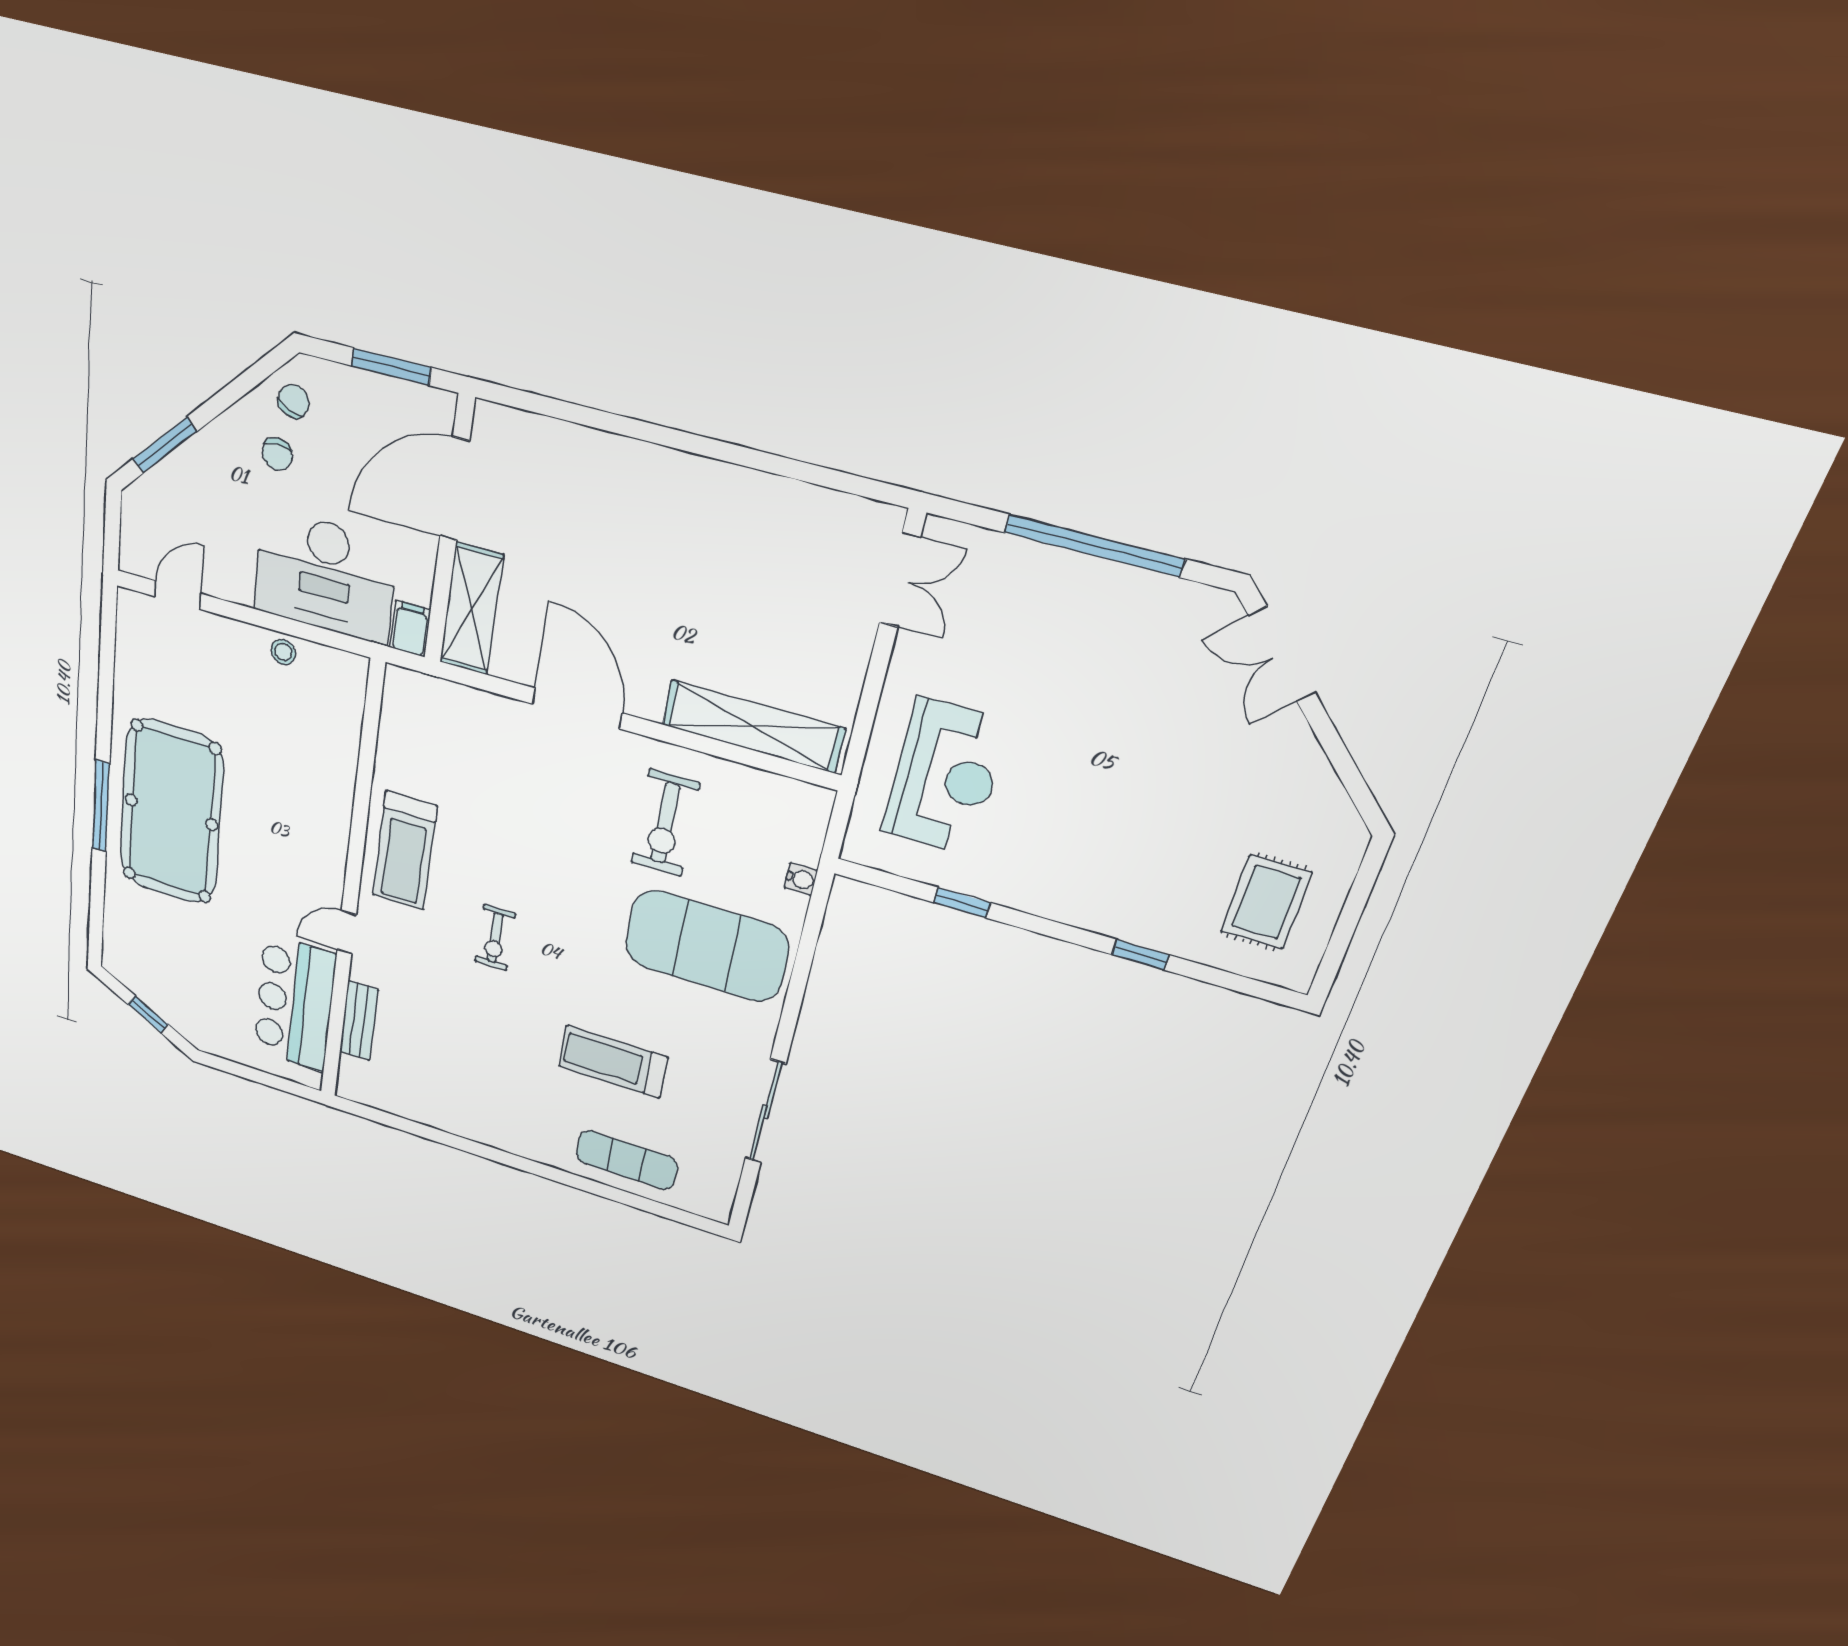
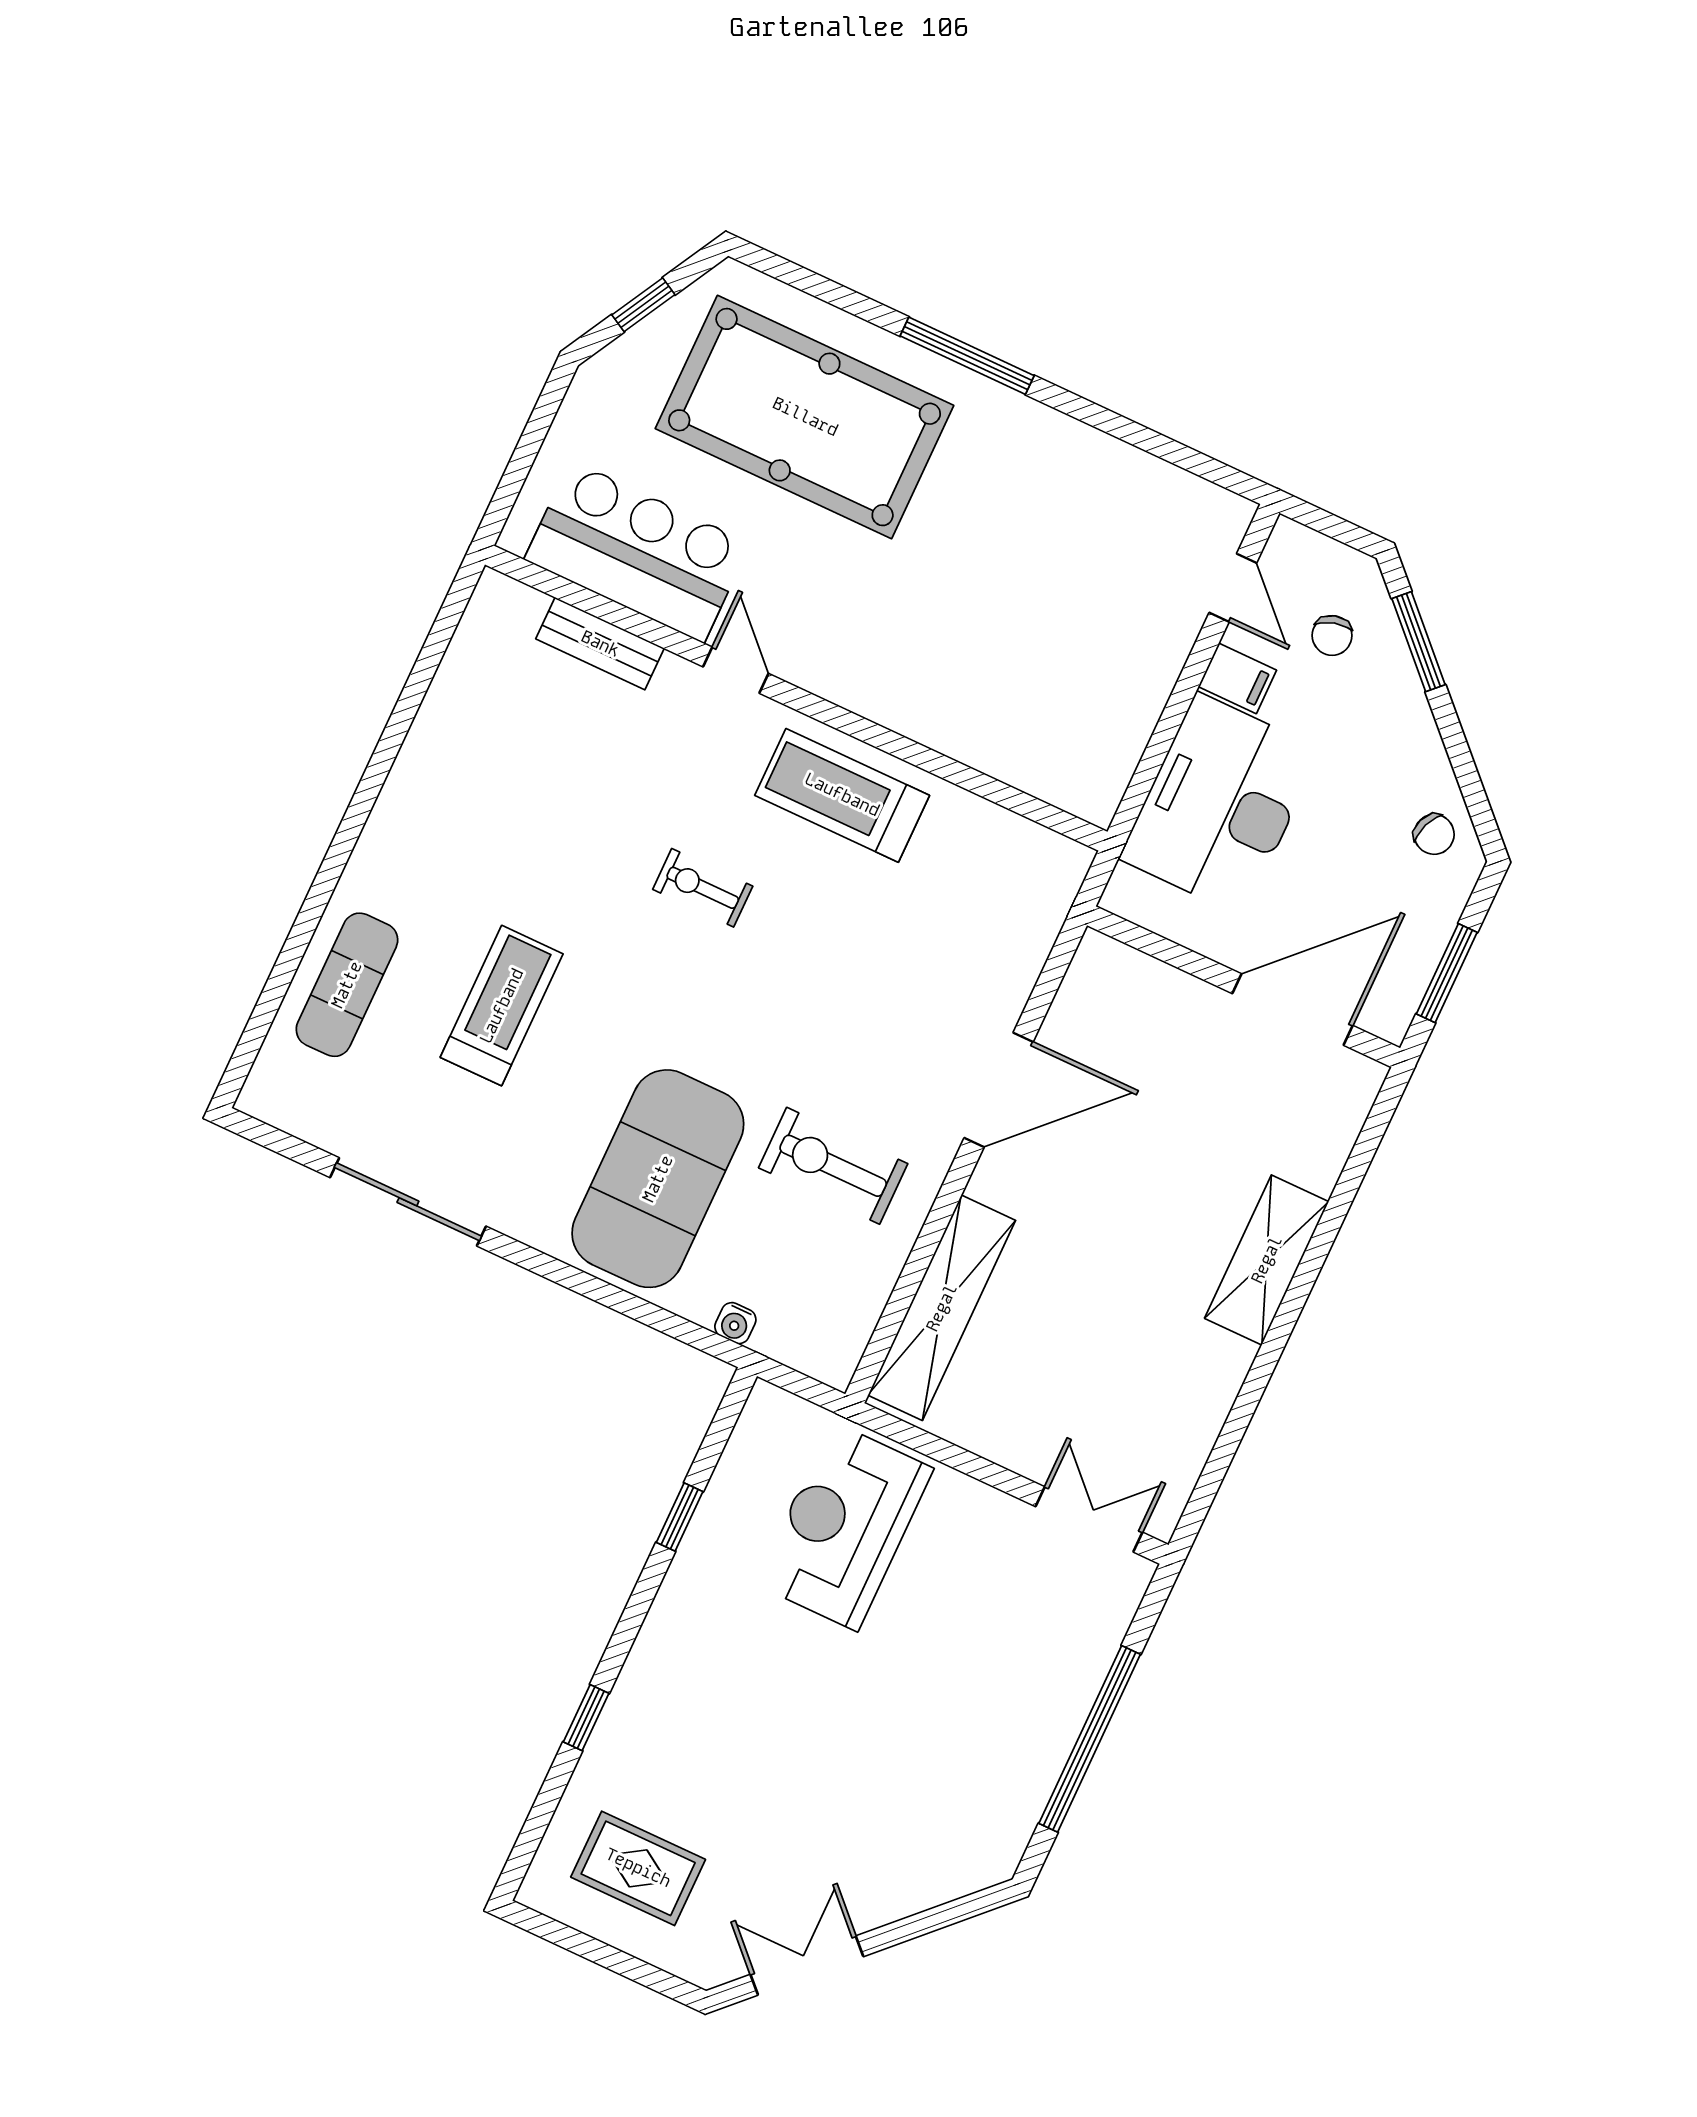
chair: (277, 454) -> (1332, 635), moved, turned -106
door: (455, 489) -> (1292, 1010), hinge flipped
double door: (900, 580) -> (1089, 1519), swing flipped
shelving: (471, 609) -> (1267, 1260), moved, turned 90
filing cabinet: (410, 629) -> (1237, 678), moved
stool: (283, 652) -> (1135, 712), removed
double door: (1282, 654) -> (807, 1966), moved
reception desk: (945, 777) -> (844, 1526), turned 90
pool table: (171, 812) -> (805, 417), moved

